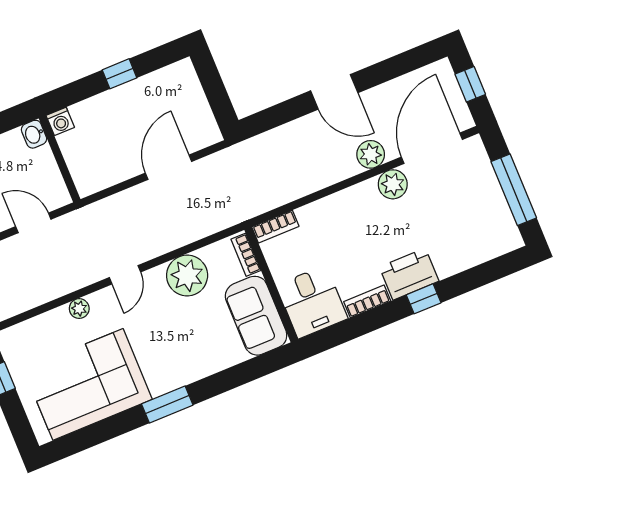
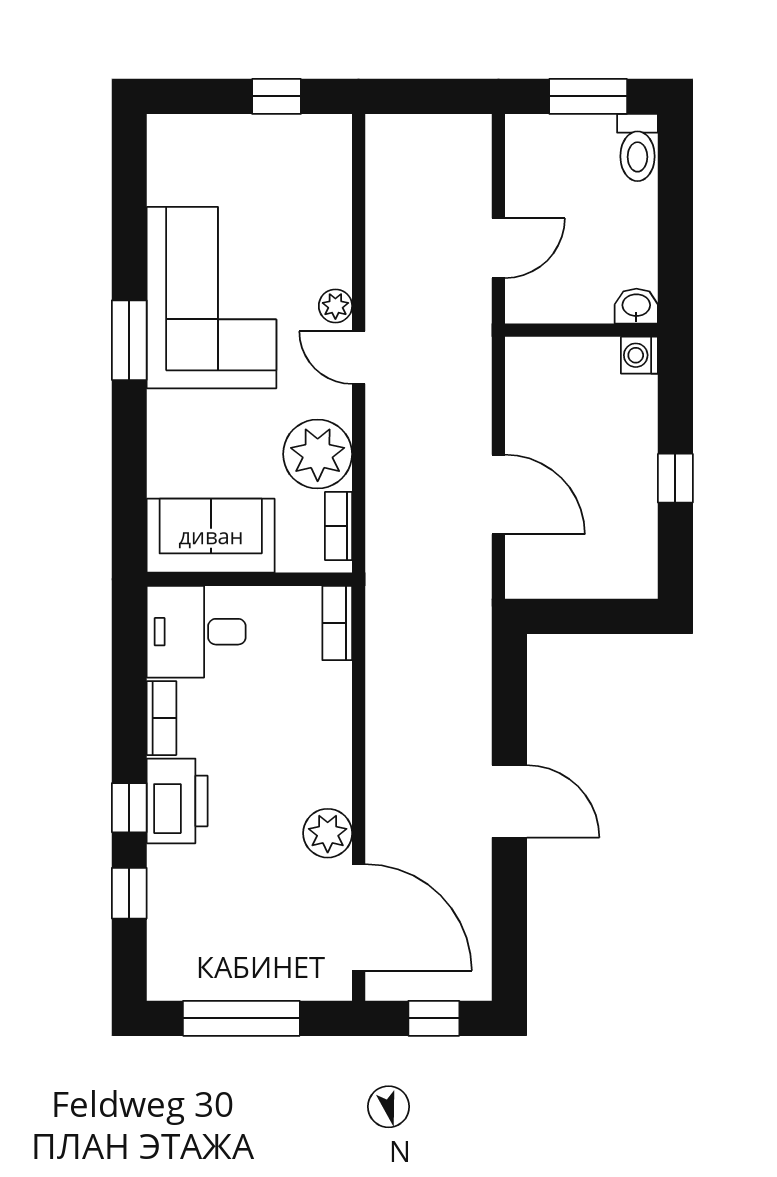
door: (334, 92) -> (509, 801), swing flipped
plant: (371, 154) -> (389, 818), removed
bookcase: (246, 255) -> (338, 526), moved, turned -90
window: (471, 280) -> (129, 893), added
plant: (79, 309) -> (335, 306), moved
corner sofa: (88, 384) -> (211, 298), moved

